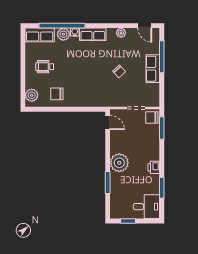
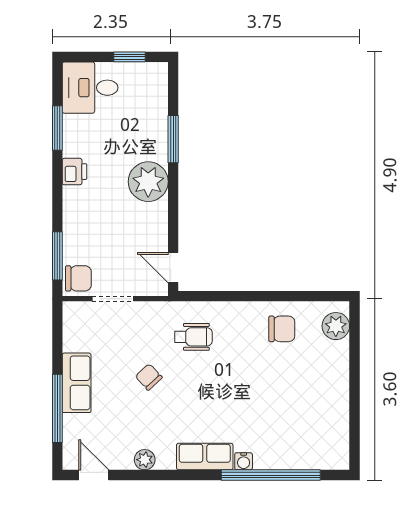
plant: (63, 34) -> (268, 457), removed
row of seats: (40, 35) -> (319, 455), removed
wheelchair: (45, 67) -> (193, 337), moved

